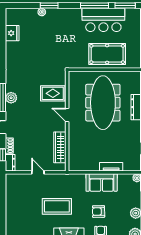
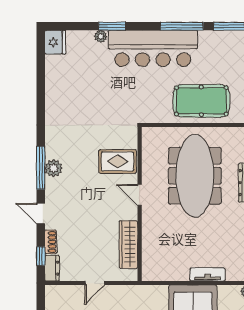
bar counter: (103, 20) -> (153, 48), moved, width x1.36
fridge: (12, 33) -> (55, 42), moved
door: (38, 172) -> (95, 283), swing flipped

